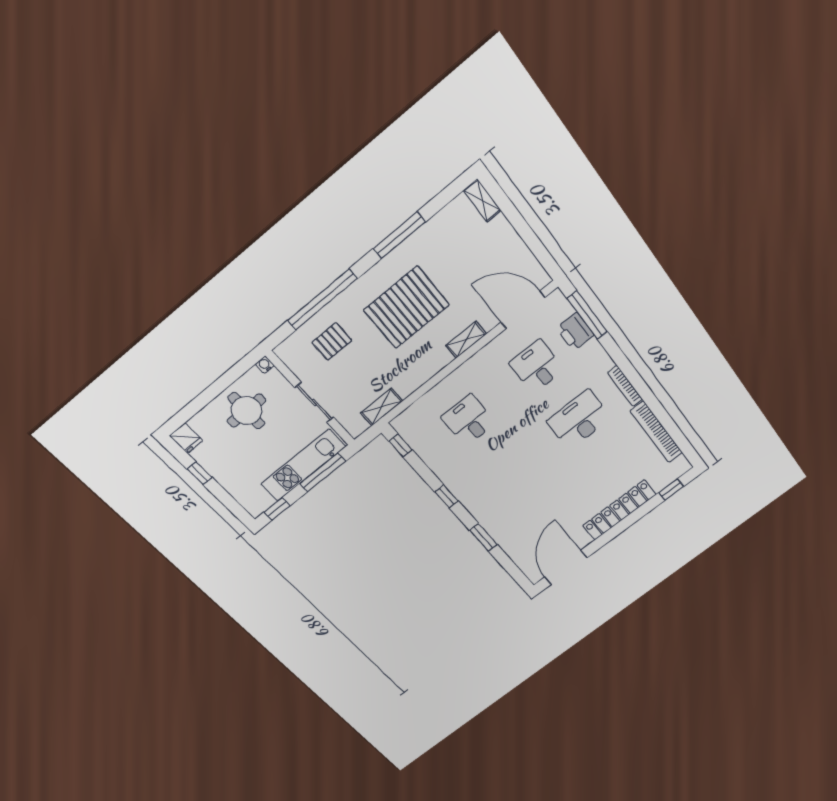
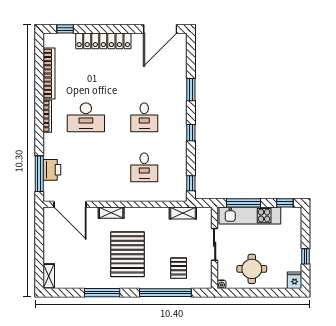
pallet: (407, 307) -> (128, 254), turned 90
pallet: (332, 341) -> (179, 268), turned 90
desk: (537, 366) -> (144, 117), moved

